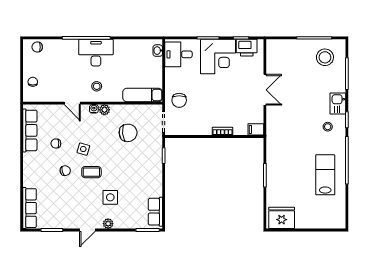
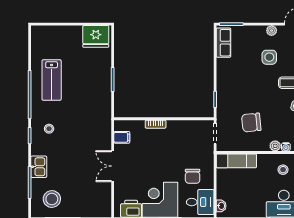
chair: (179, 100) -> (193, 176), moved, turned 180
kitchen sink: (338, 104) -> (39, 167), moved
filing cabinet: (256, 129) -> (122, 137), moved

